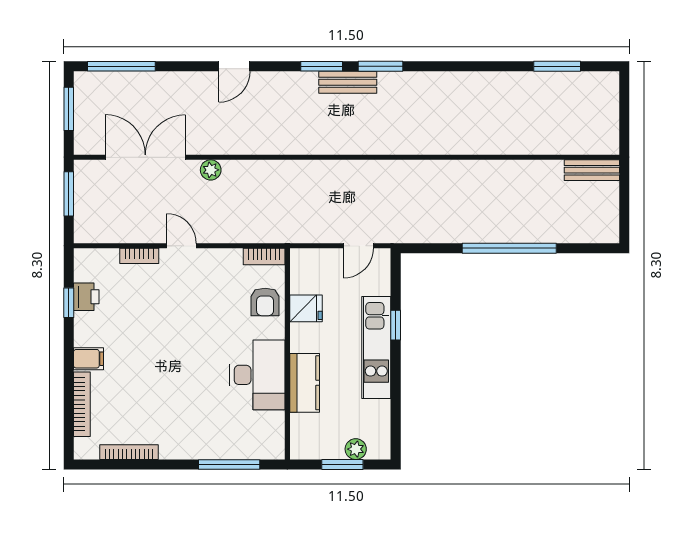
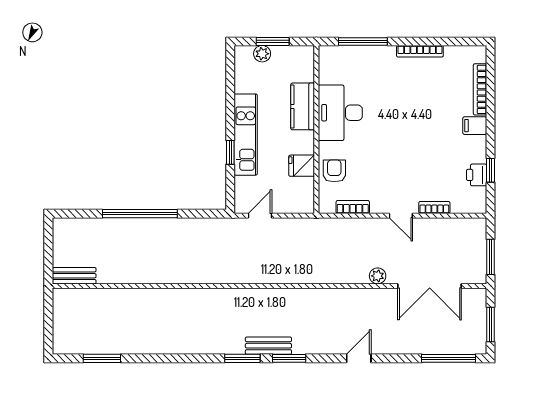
bookcase: (264, 257) -> (353, 207), moved
bookcase: (129, 452) -> (420, 51), moved

